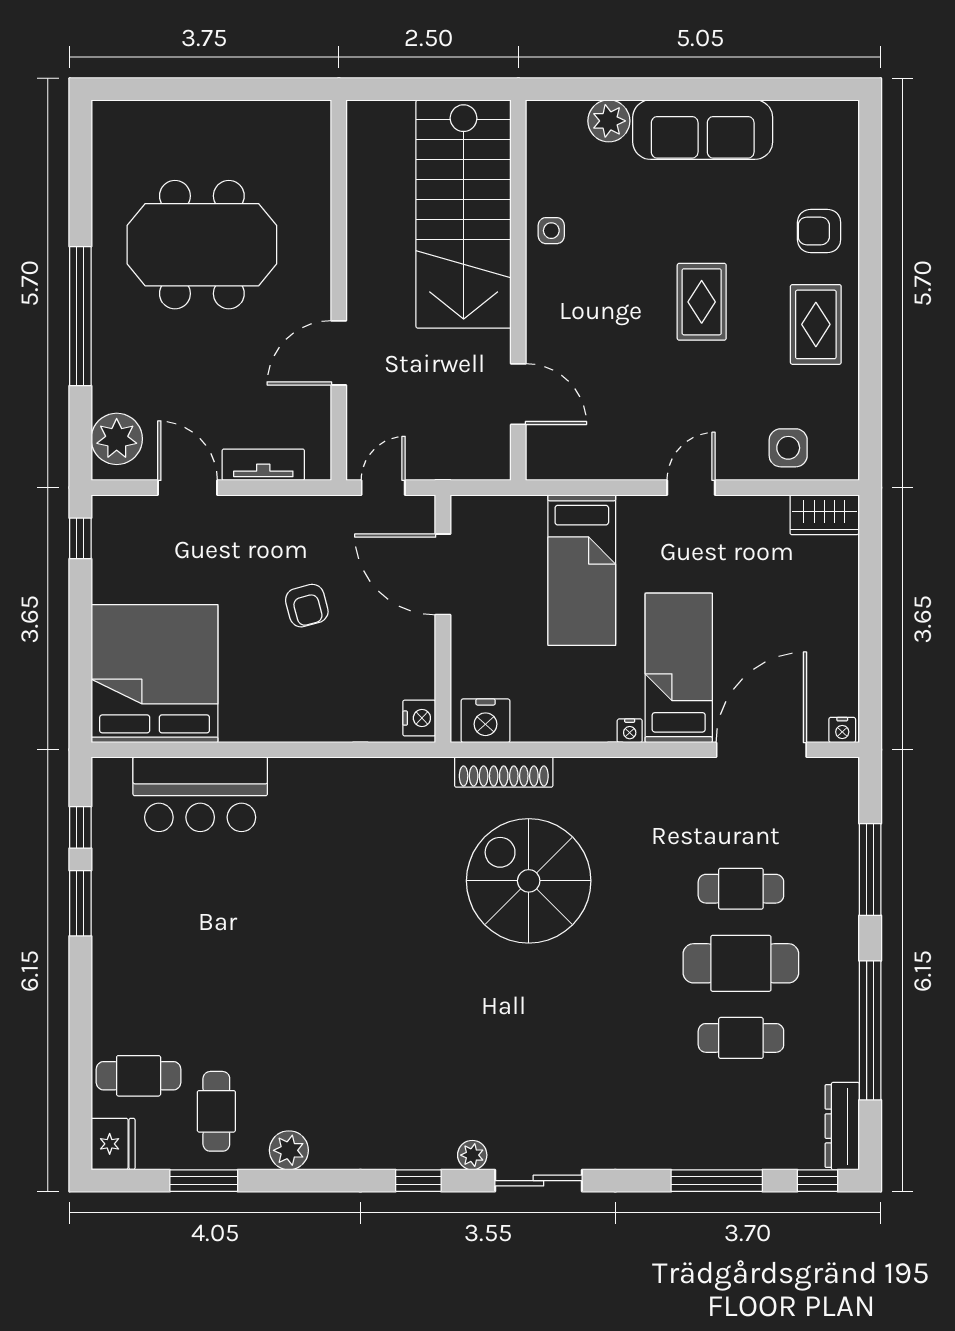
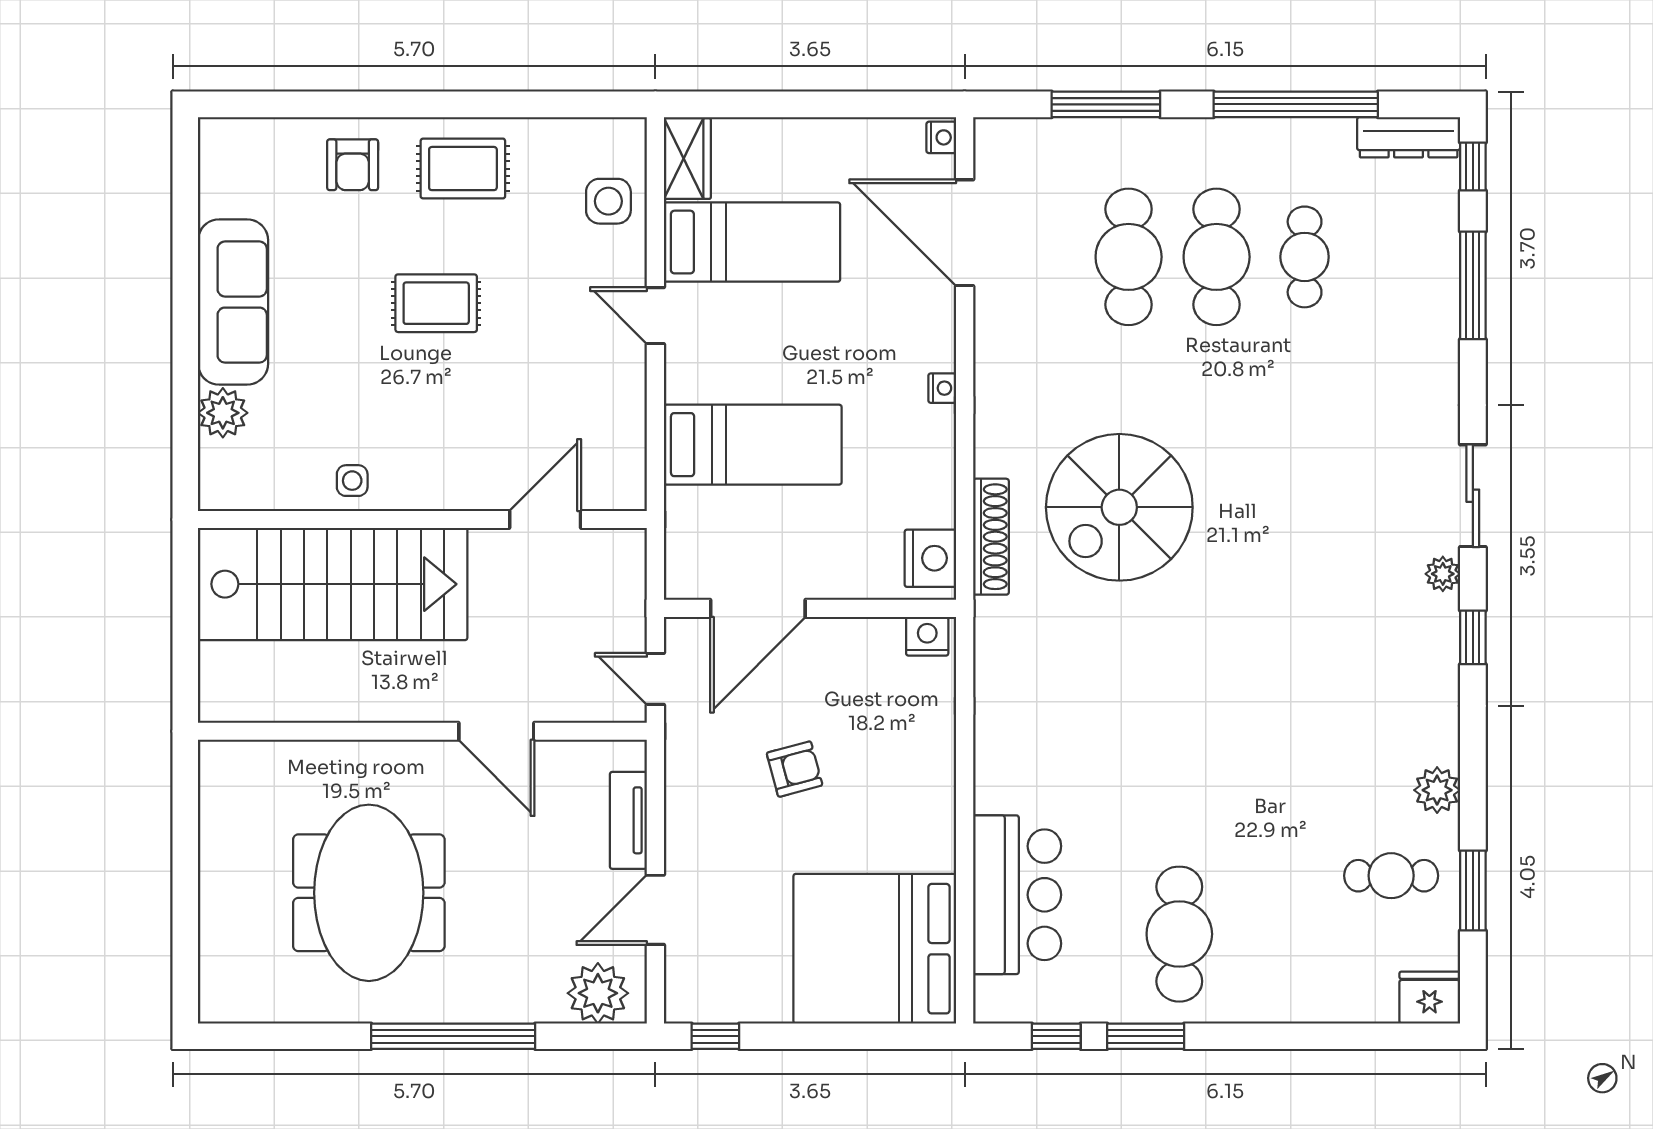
bed: (679, 668) -> (752, 242), moved, turned 180
cafe table: (741, 889) -> (1129, 257), width x1.37, depth x1.35
cafe table: (139, 1076) -> (1179, 934), moved, width x1.37, depth x1.35

